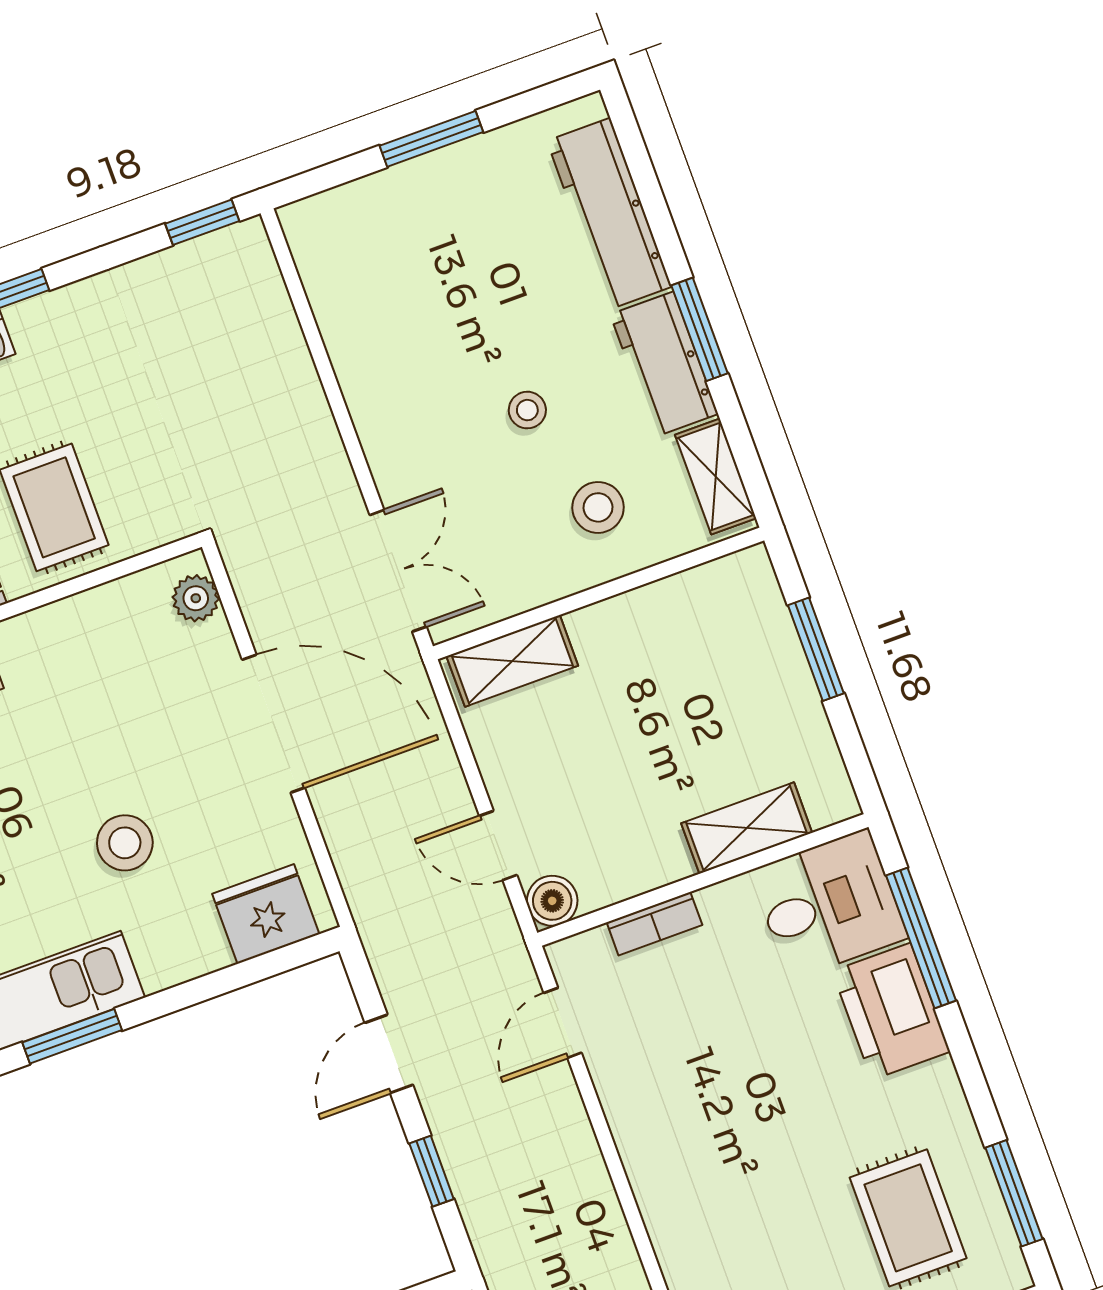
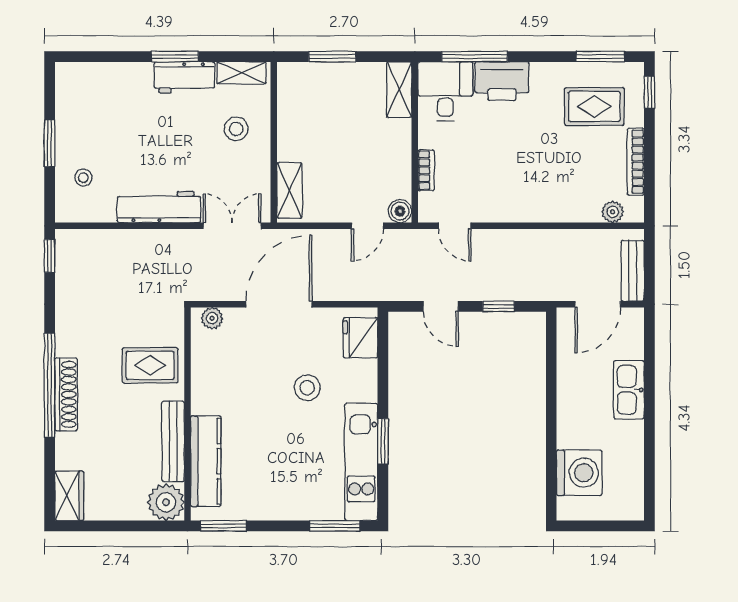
workbench: (609, 214) -> (159, 207), moved, turned 180
stool: (527, 410) -> (83, 178), moved
shelving: (747, 828) -> (399, 90), moved

